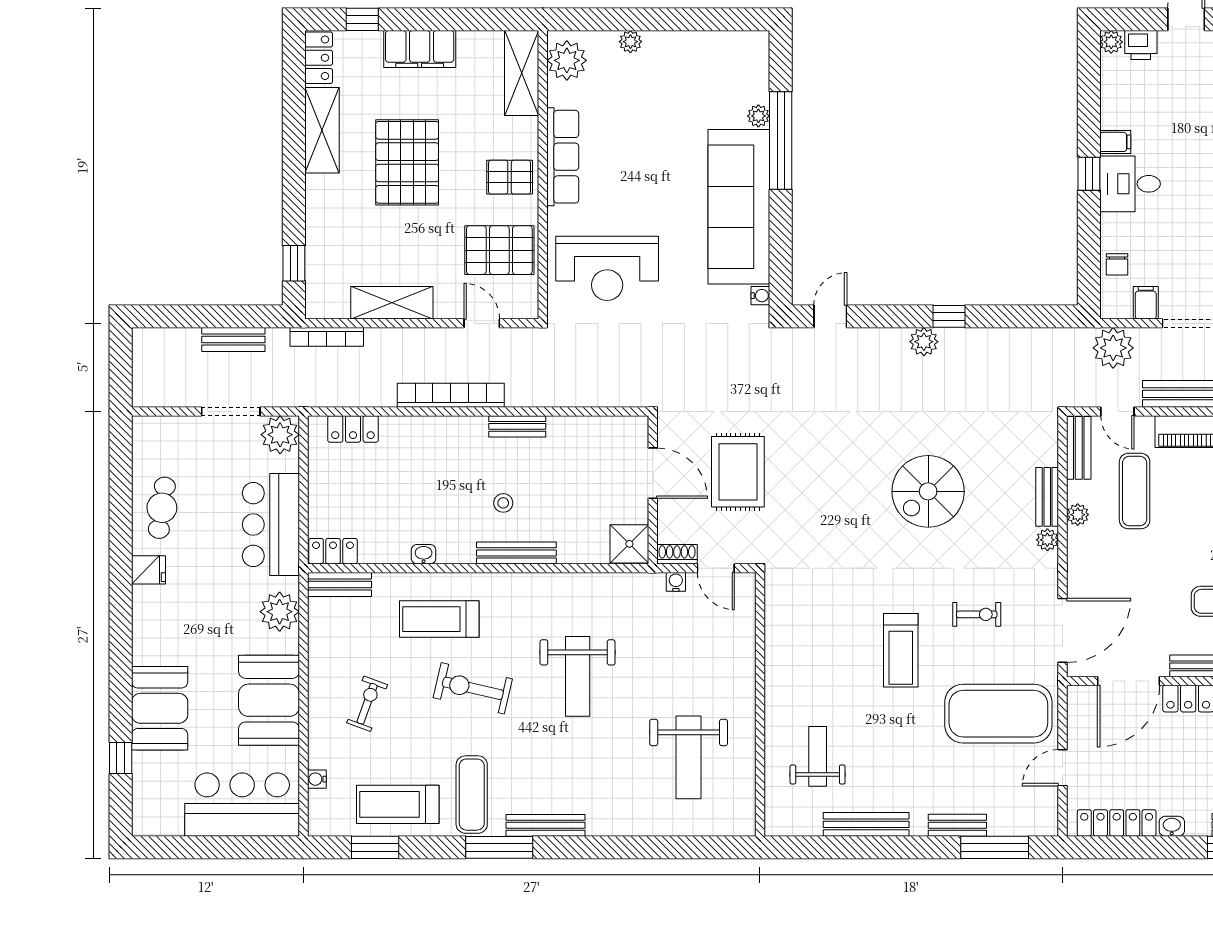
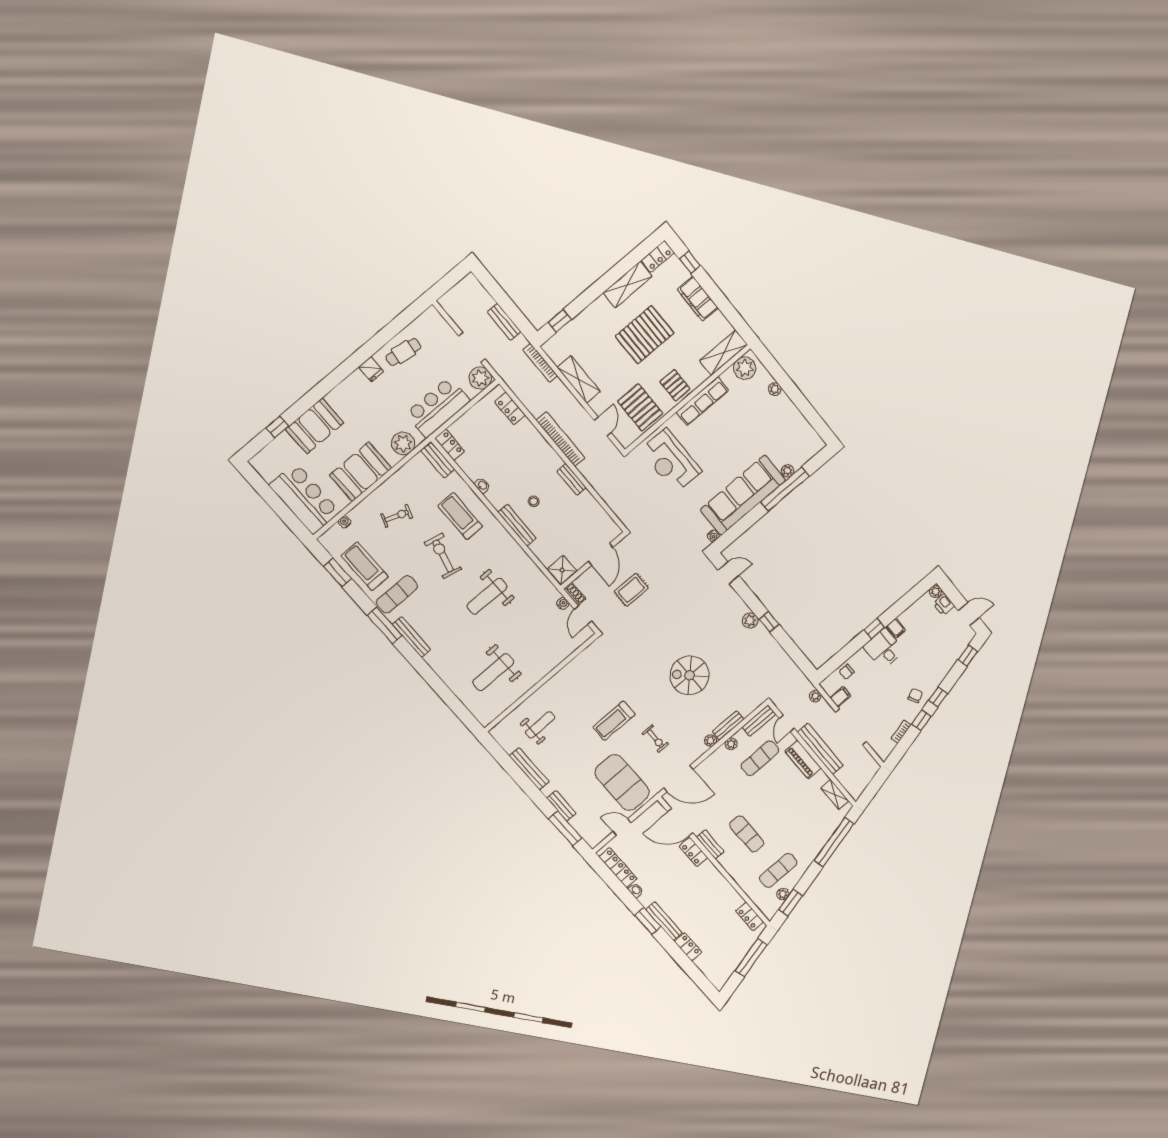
plant: (1113, 348) -> (815, 696), width x0.53, depth x0.53
rug: (738, 472) -> (631, 590), width x0.73, depth x0.70

